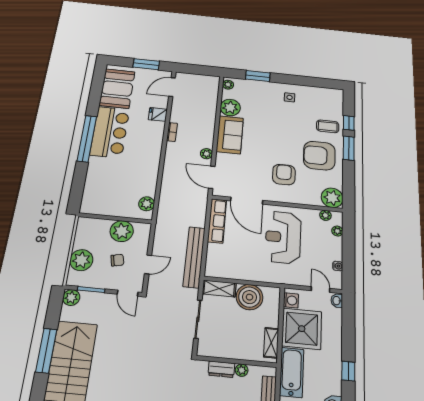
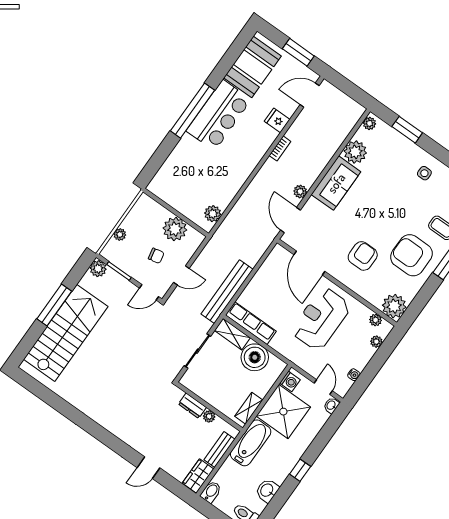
row of seats: (217, 221) -> (251, 323), moved, turned -90
plant: (81, 260) -> (120, 234), width x0.53, depth x0.53
door: (128, 293) -> (149, 292), hinge flipped

